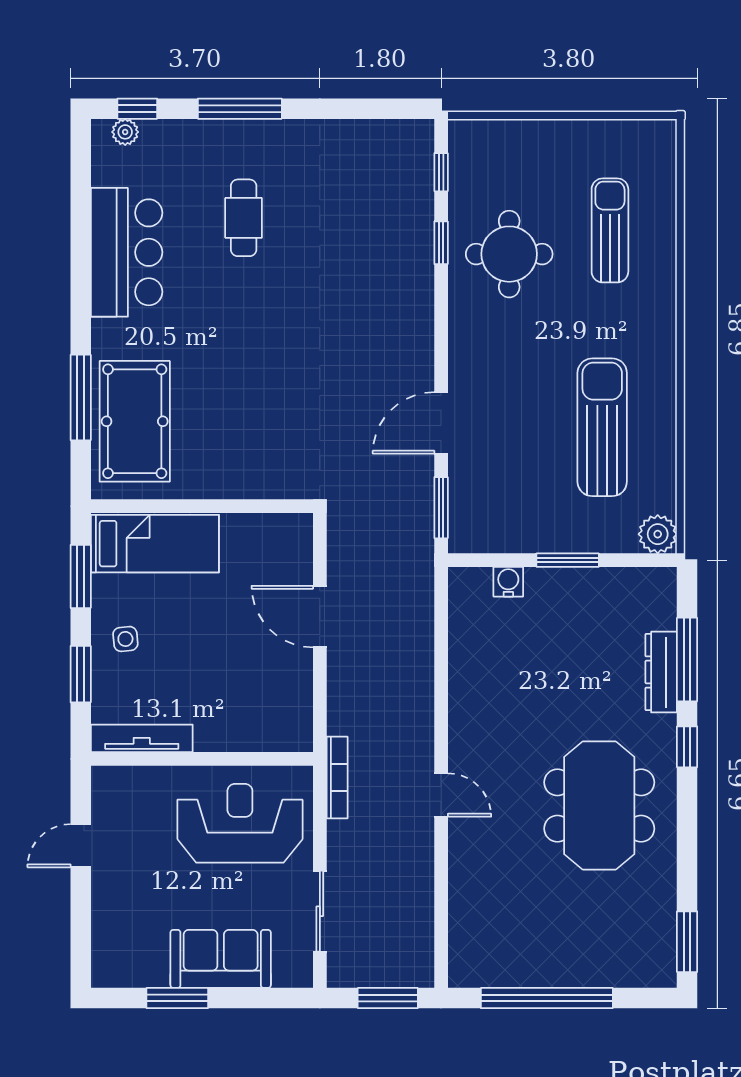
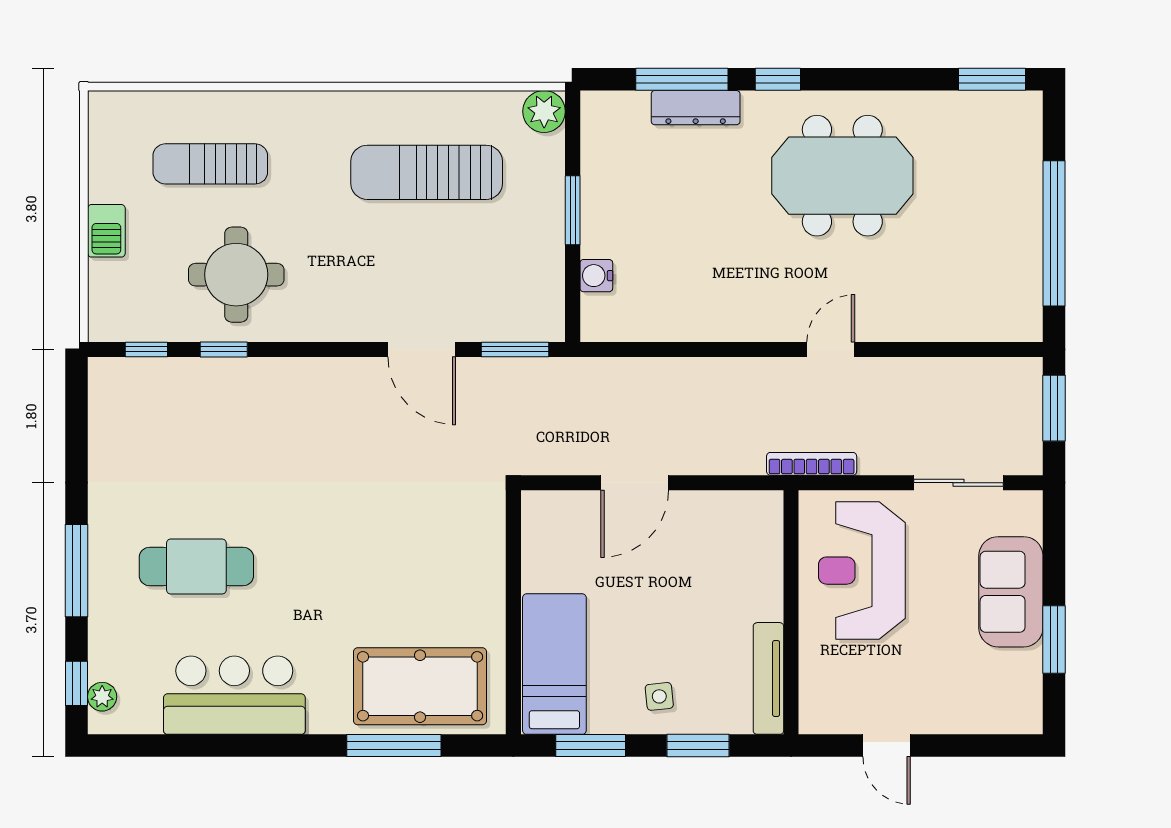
barbecue: (549, 136) -> (106, 231), added
cafe table: (244, 218) -> (196, 566), width x1.37, depth x1.35

